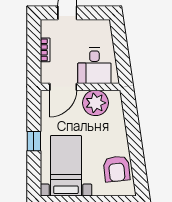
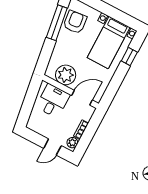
plant: (47, 30) -> (72, 143), added
window: (34, 141) -> (129, 57), moved
window: (137, 157) -> (57, 23), added

